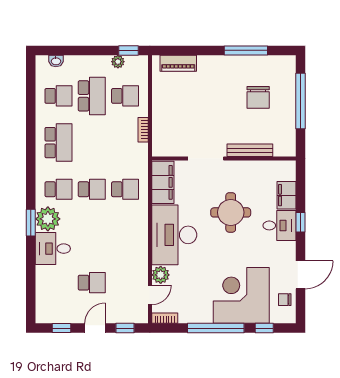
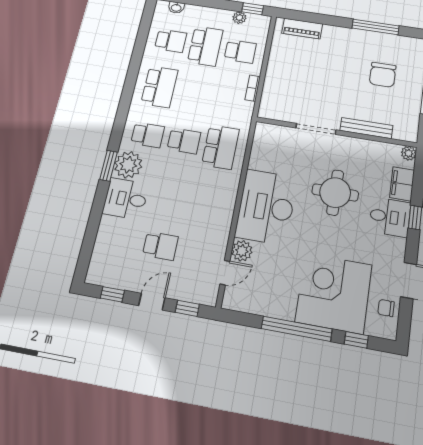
plant: (289, 167) -> (409, 153), added
filing cabinet: (163, 182) -> (264, 146), removed
school desk: (125, 189) -> (221, 147), width x1.85
bookcase: (165, 318) -> (237, 305), removed

